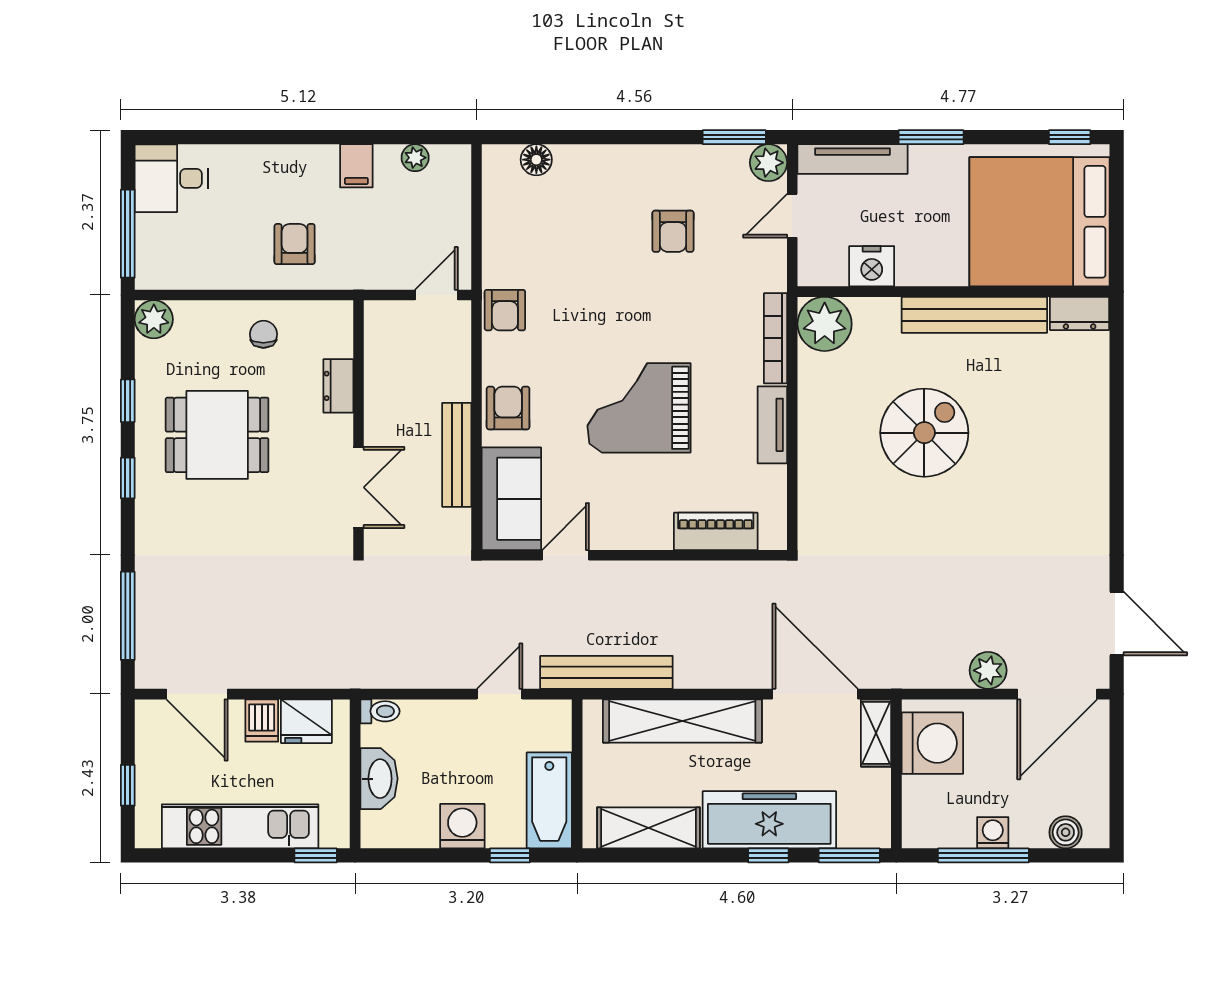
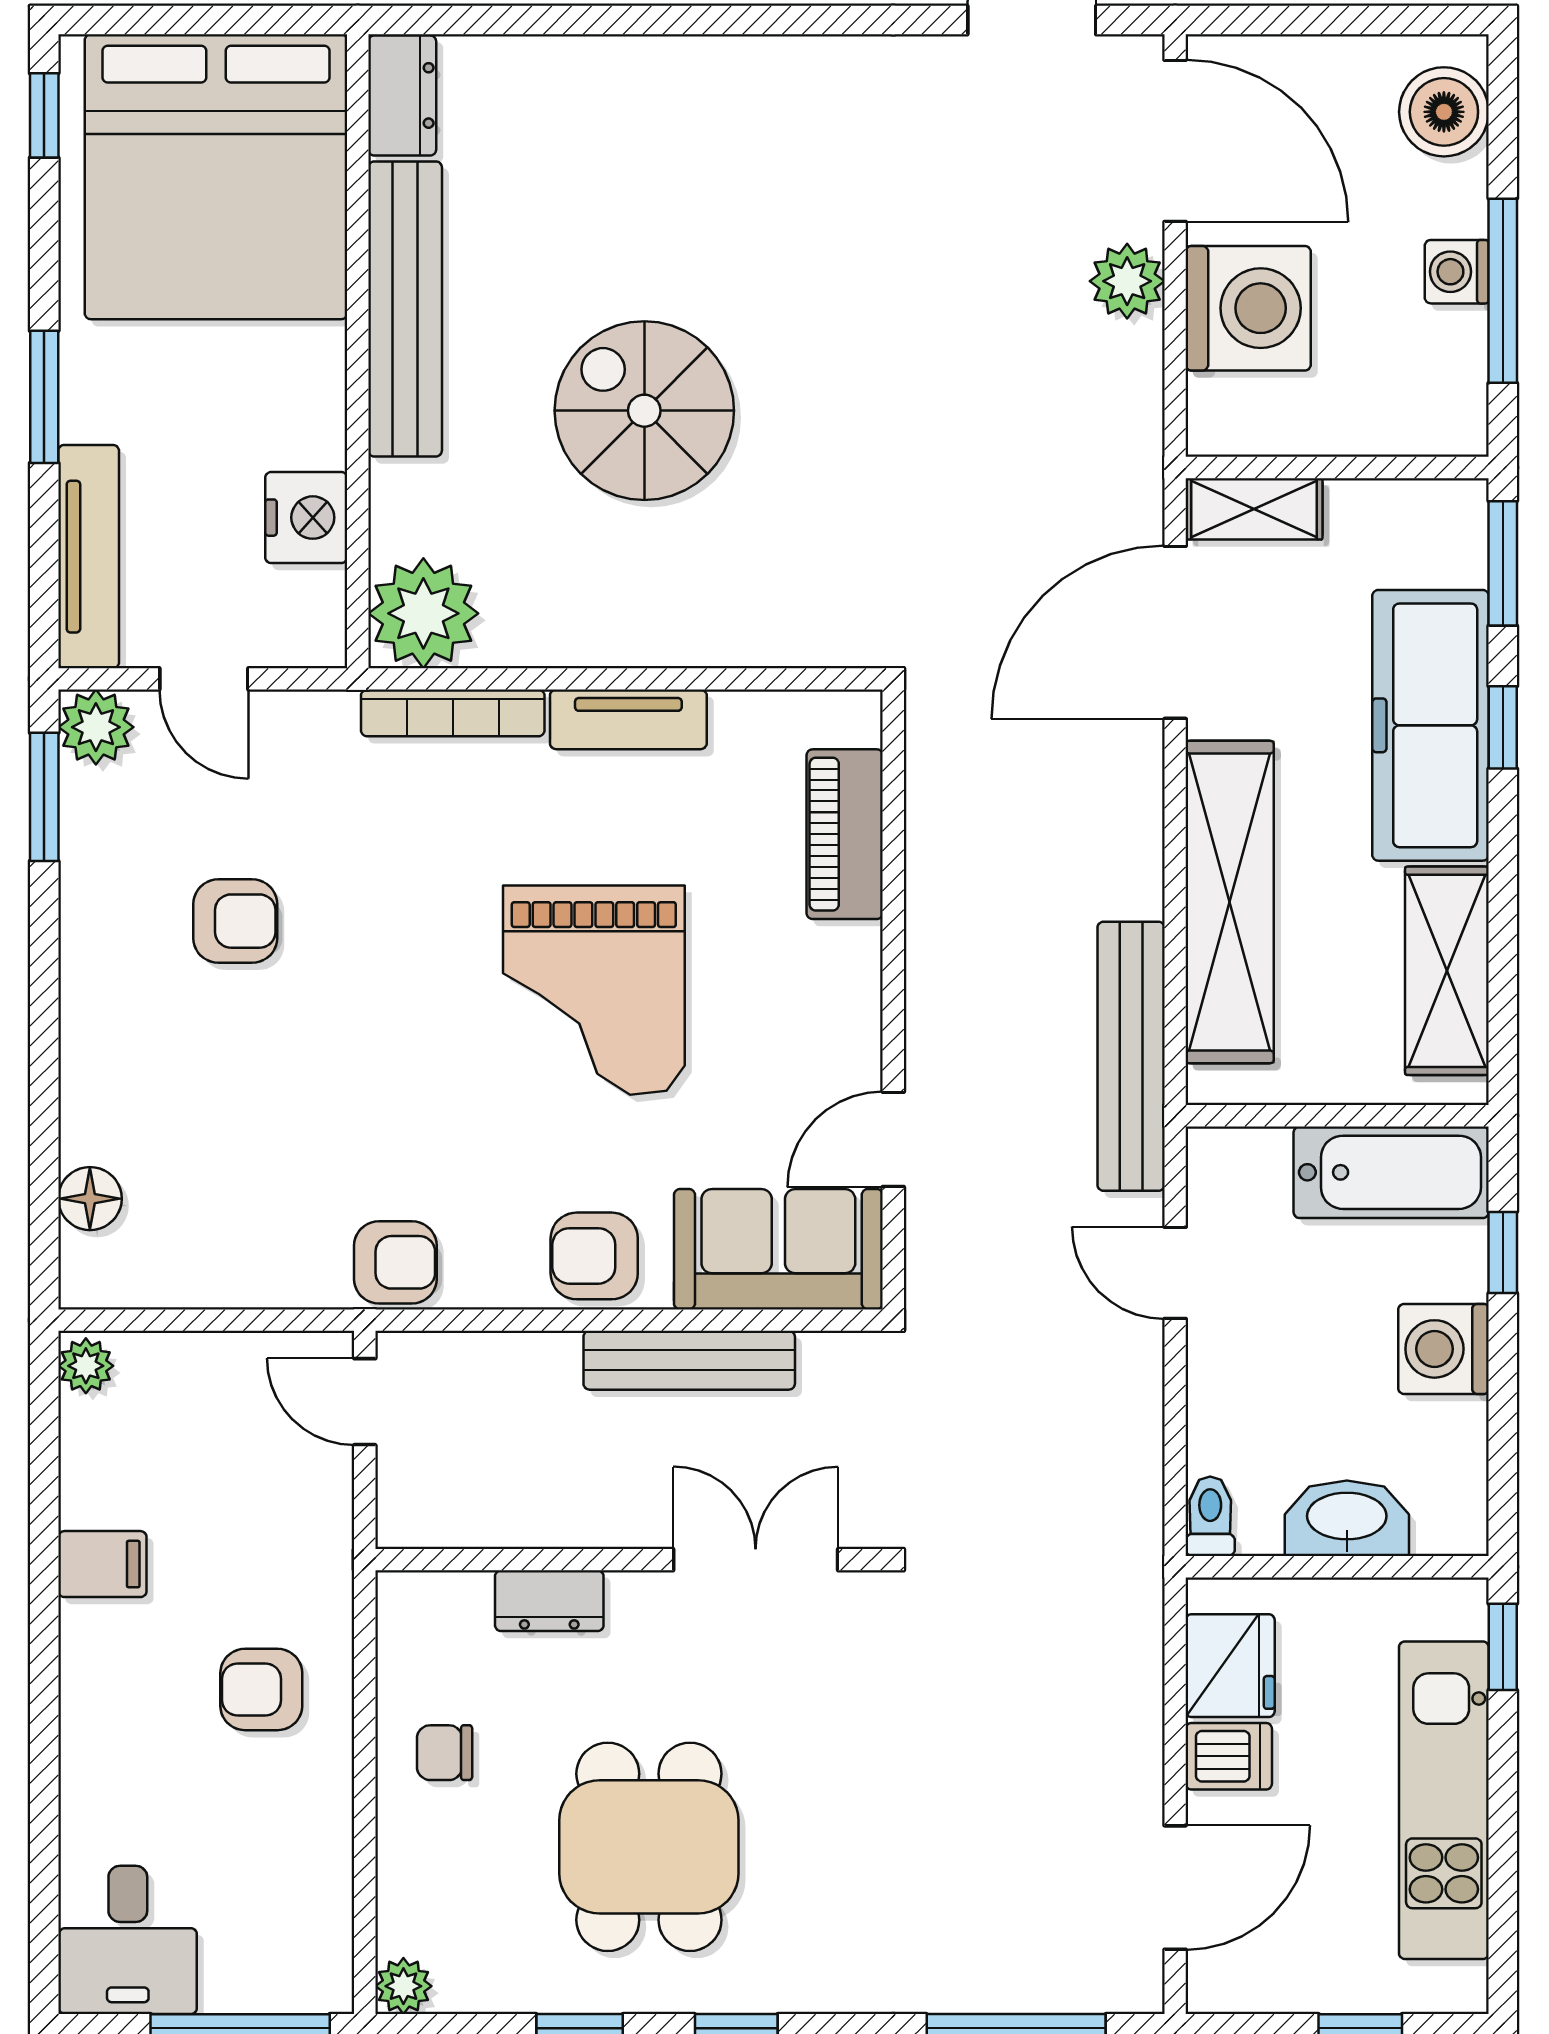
plant: (415, 158) -> (86, 1366), moved
plant: (154, 319) -> (403, 1986), width x0.73, depth x0.73
door: (565, 555) -> (893, 1139), hinge flipped
washing machine: (932, 743) -> (1248, 308), moved, turned 90
boiler: (1066, 832) -> (1444, 112), width x1.36, depth x1.36

